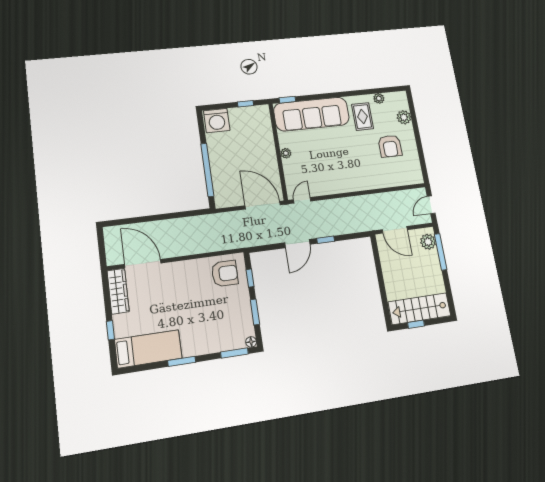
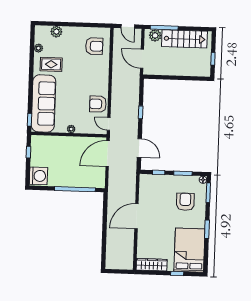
armchair: (390, 146) -> (94, 46), moved
armchair: (325, 182) -> (98, 104), added
door: (395, 230) -> (142, 59), swing flipped
door: (297, 244) -> (139, 148), moved
door: (143, 264) -> (136, 216), moved
armchair: (225, 273) -> (185, 202), moved
stairs: (419, 309) -> (184, 39), moved, turned -90
bed: (148, 349) -> (189, 250), width x1.50

